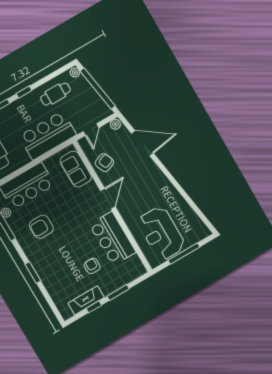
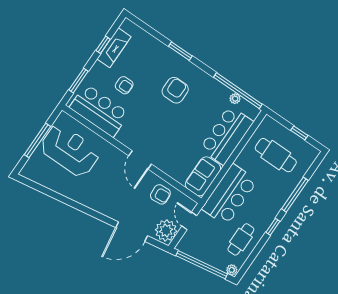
plant: (115, 124) -> (166, 230), width x1.87, depth x1.87
armchair: (104, 163) -> (160, 194), turned -72
sofa: (76, 169) -> (203, 176), moved, turned -90
armchair: (41, 227) -> (175, 90), moved
bar counter: (113, 238) -> (99, 110), moved
window: (118, 292) -> (79, 81), moved

